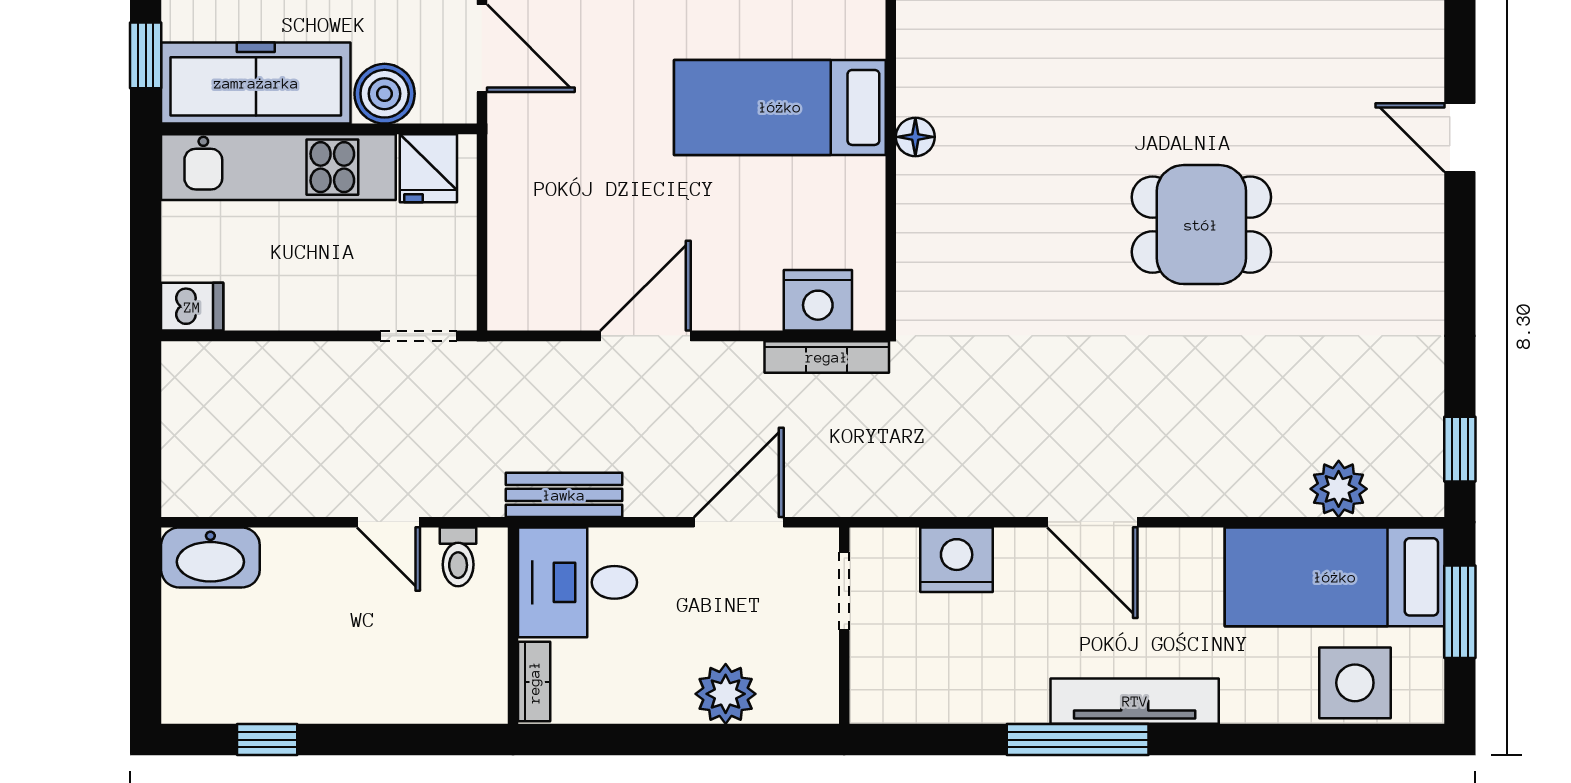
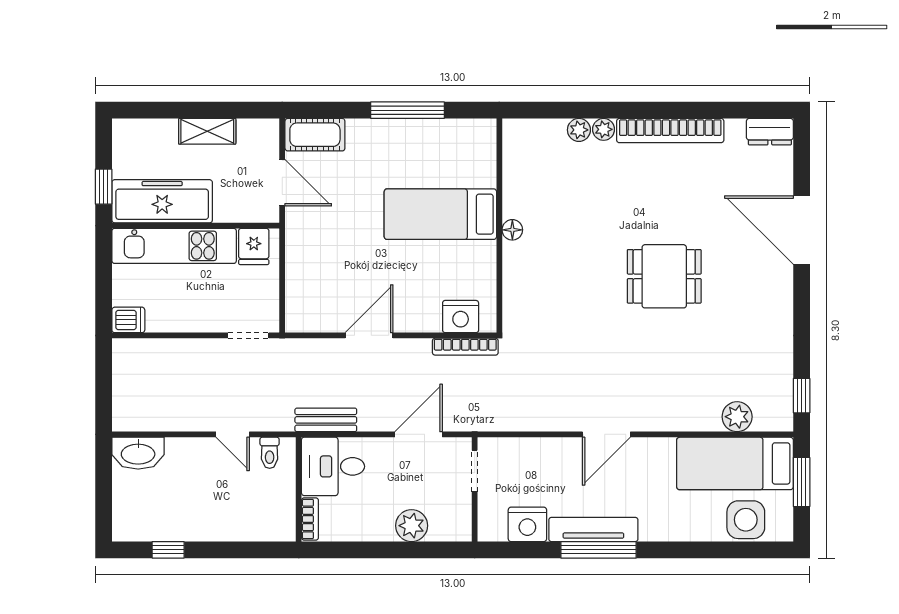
boiler: (385, 94) -> (230, 207), removed
door: (1460, 137) -> (802, 230), width x1.87
door: (1092, 522) -> (606, 434), hinge flipped
nightstand: (957, 560) -> (527, 524), moved, turned 180
tv unit: (1135, 701) -> (593, 529), moved

